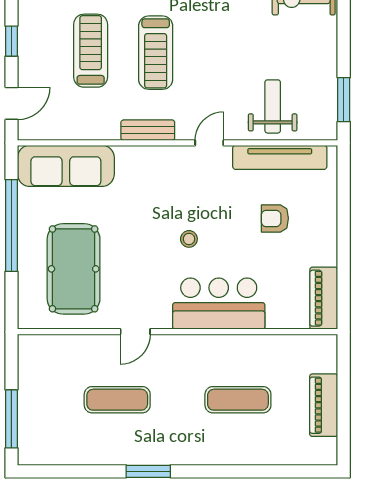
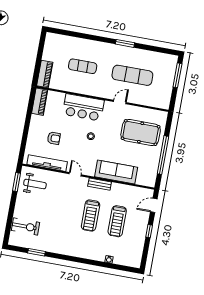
treadmill: (156, 53) -> (91, 216), turned 180
weight bench: (273, 106) -> (35, 184), moved, turned -90
door: (209, 143) -> (75, 174), swing flipped
sofa: (66, 166) -> (116, 172), moved
pool table: (74, 269) -> (141, 133), turned 90
exercise mat: (117, 400) -> (132, 75), width x1.36, depth x1.45
piano: (324, 405) -> (45, 74), moved

